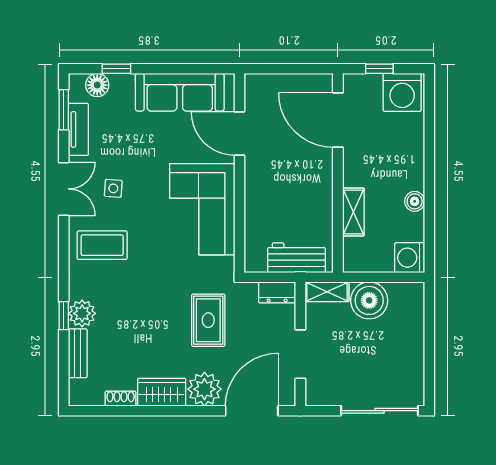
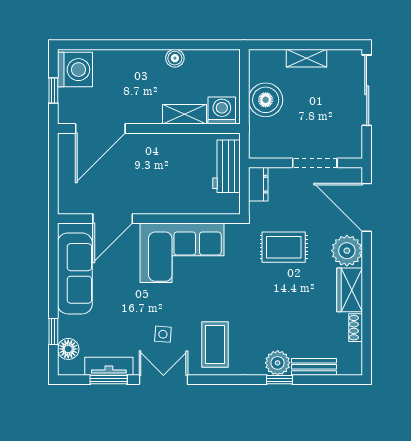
window: (64, 110) -> (109, 380), moved
washing machine: (410, 258) -> (222, 111), moved, turned 180
shelving: (327, 292) -> (307, 58), moved, turned 90

